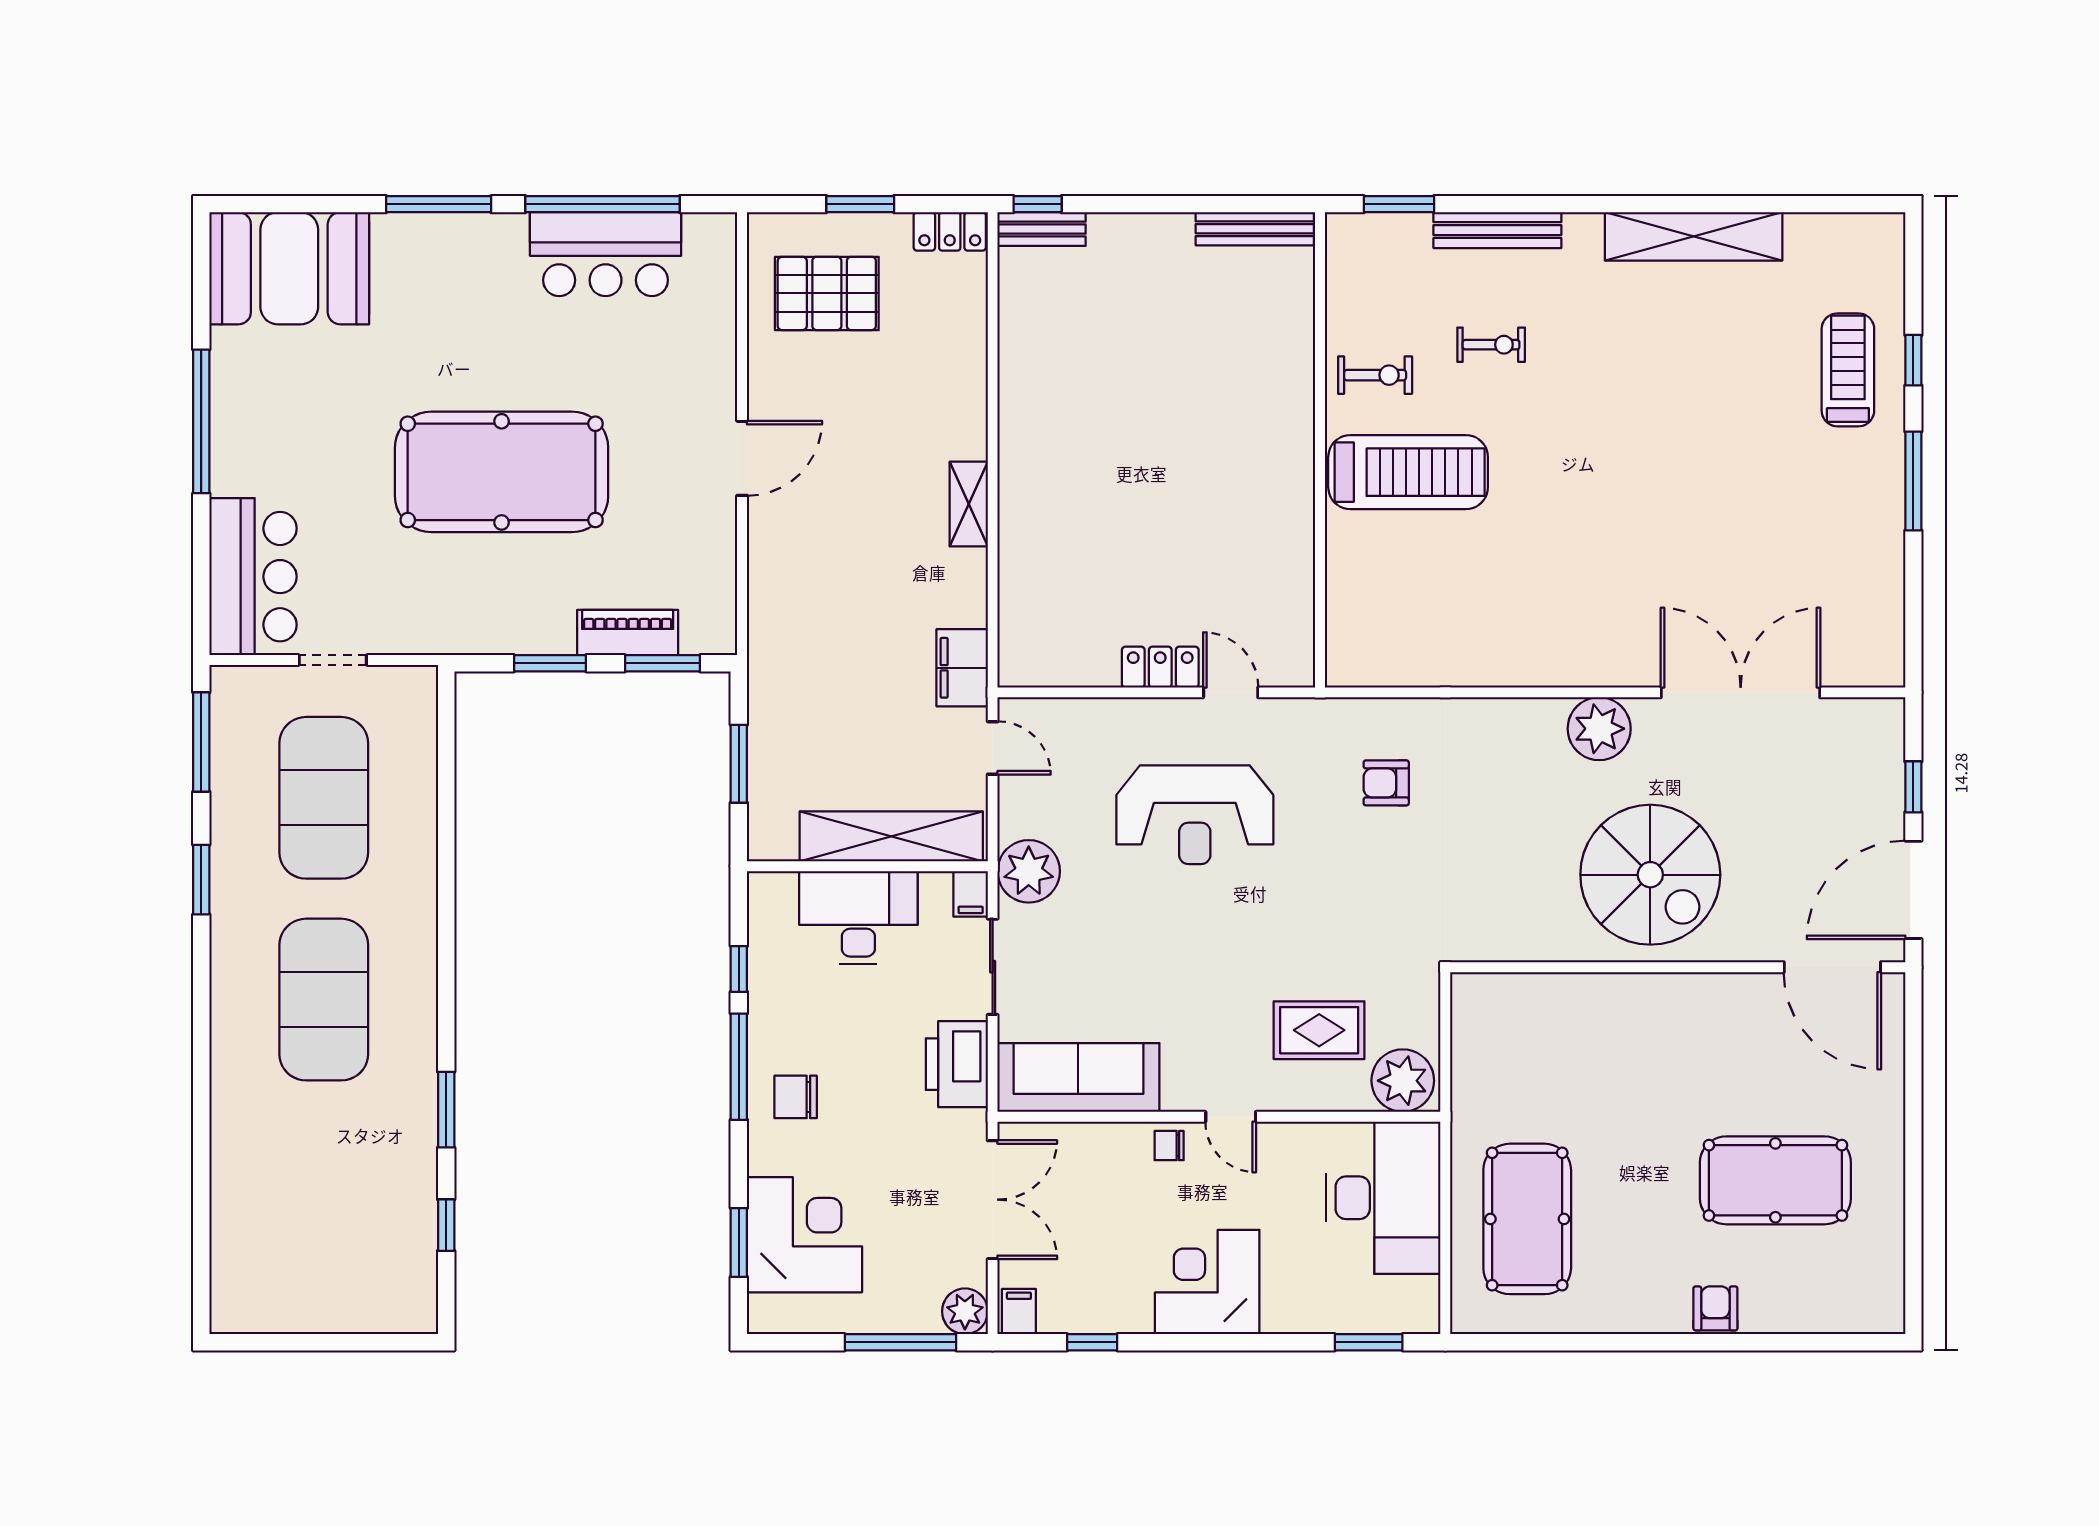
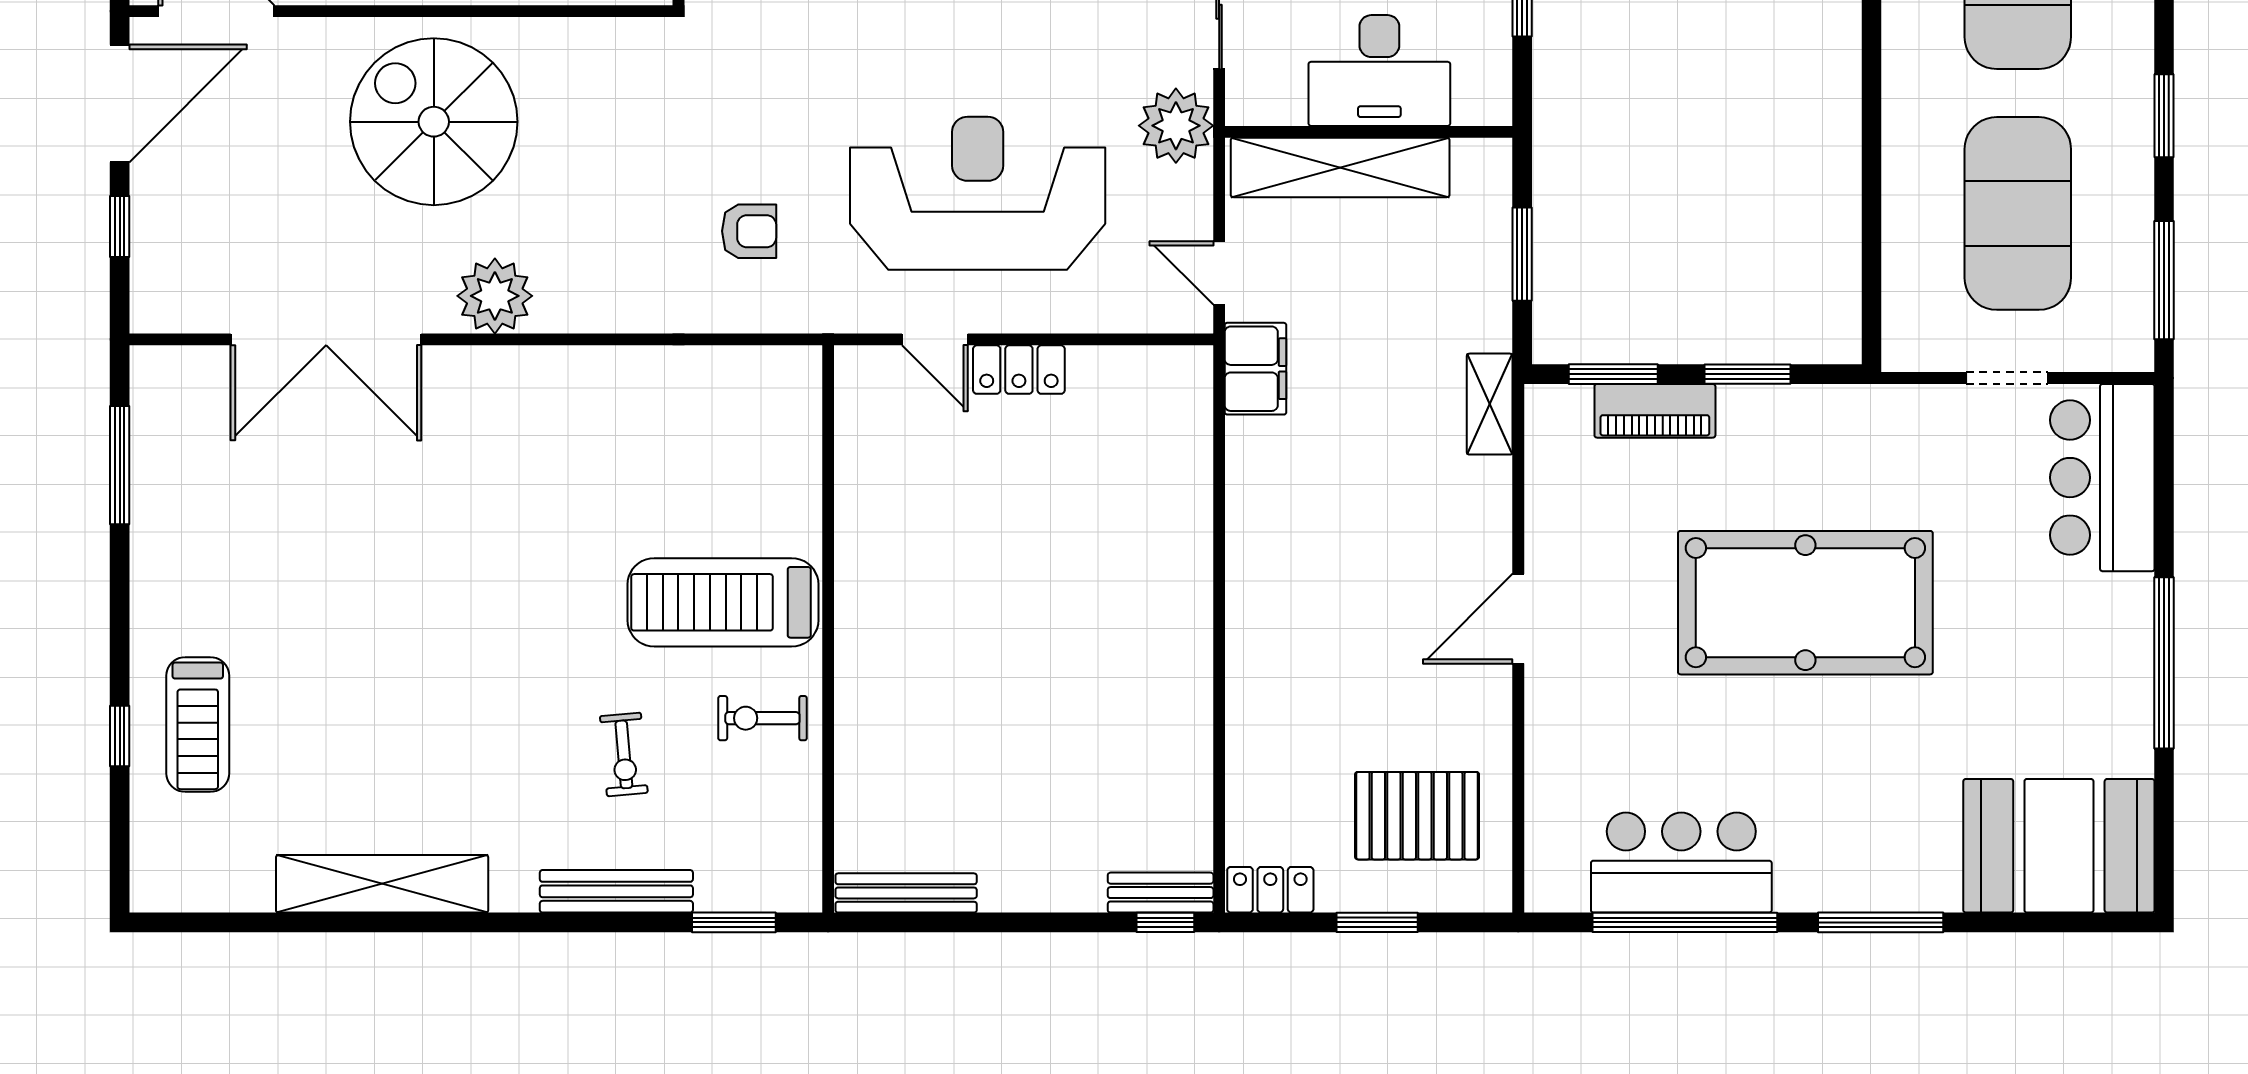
exercise bike: (1491, 345) -> (624, 754), turned -95
window: (1913, 481) -> (120, 465), moved
shelving: (969, 504) -> (1490, 404), moved
reception desk: (1195, 815) -> (978, 193), width x1.36, depth x1.30
filing cabinet: (971, 894) -> (1245, 99), removed

